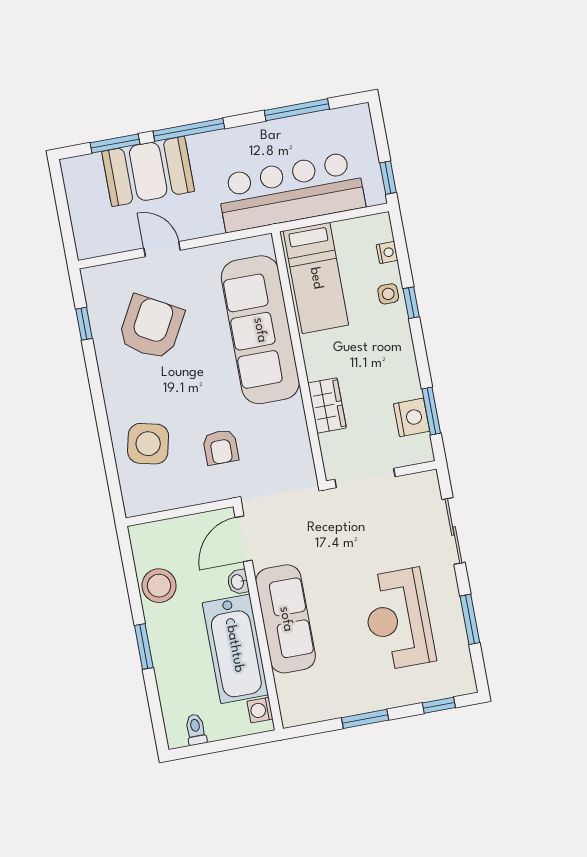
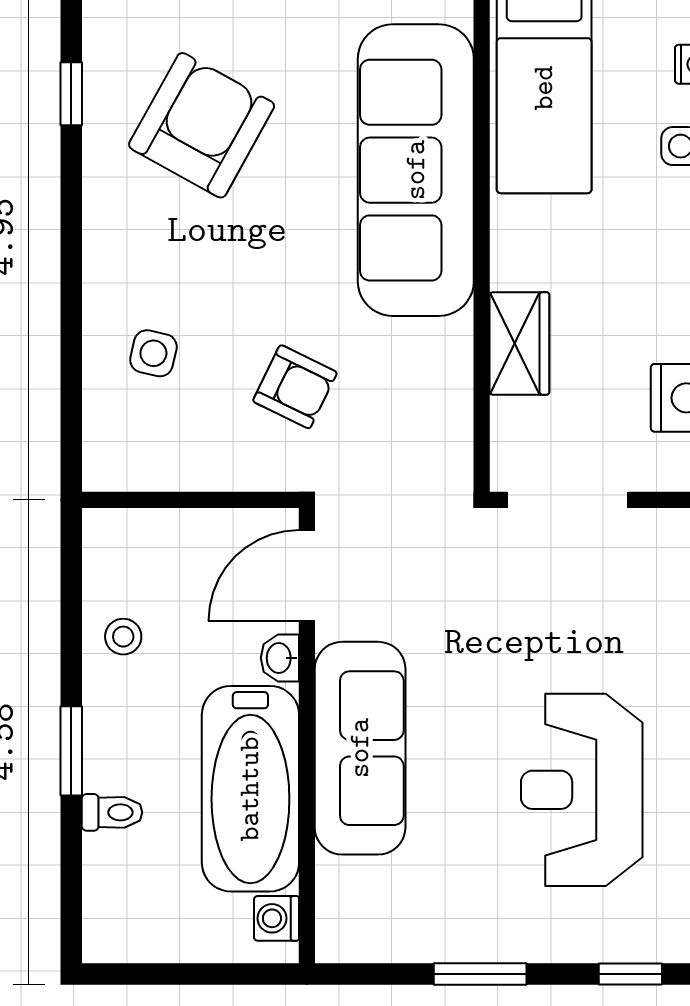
side table: (148, 444) -> (153, 353), width x0.54, depth x0.54
armchair: (221, 447) -> (295, 387), turned -64
stool: (159, 586) -> (123, 637), width x0.53, depth x0.53
toilet: (196, 730) -> (112, 812), moved, turned 90

